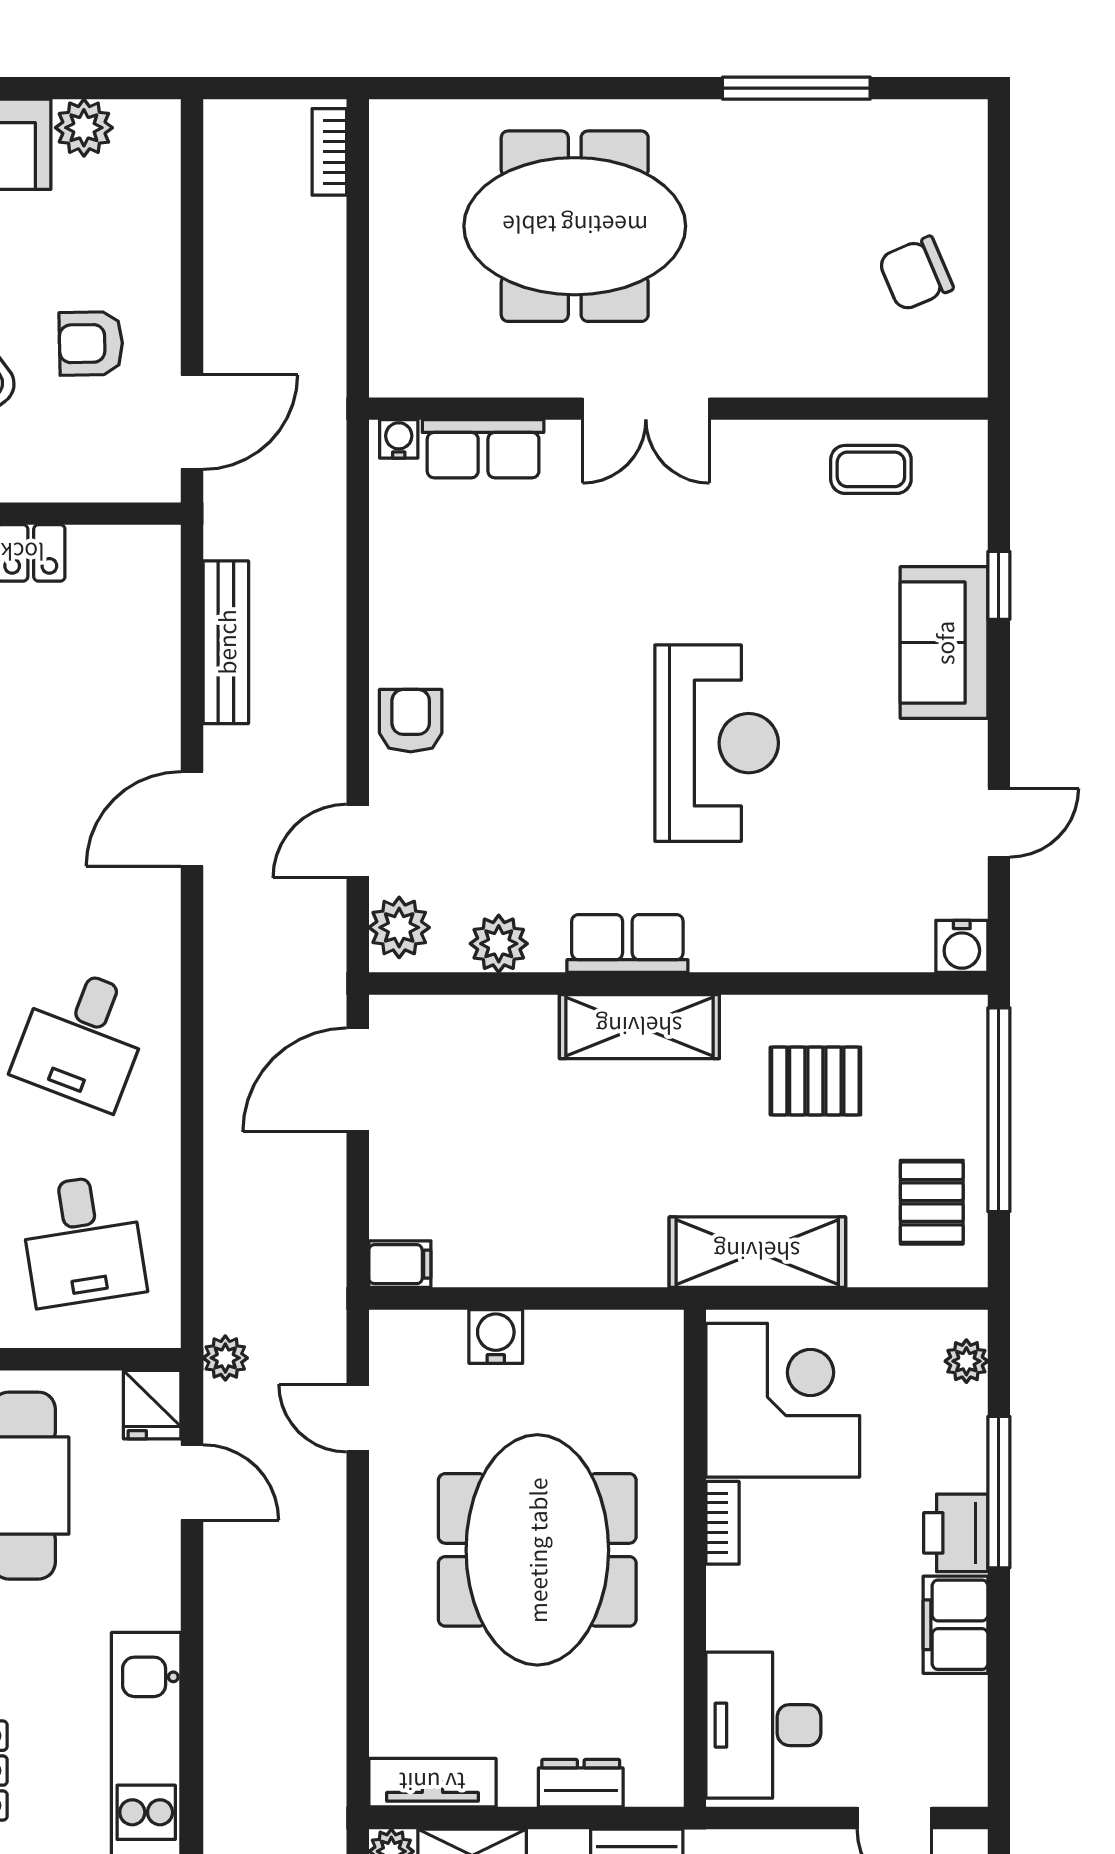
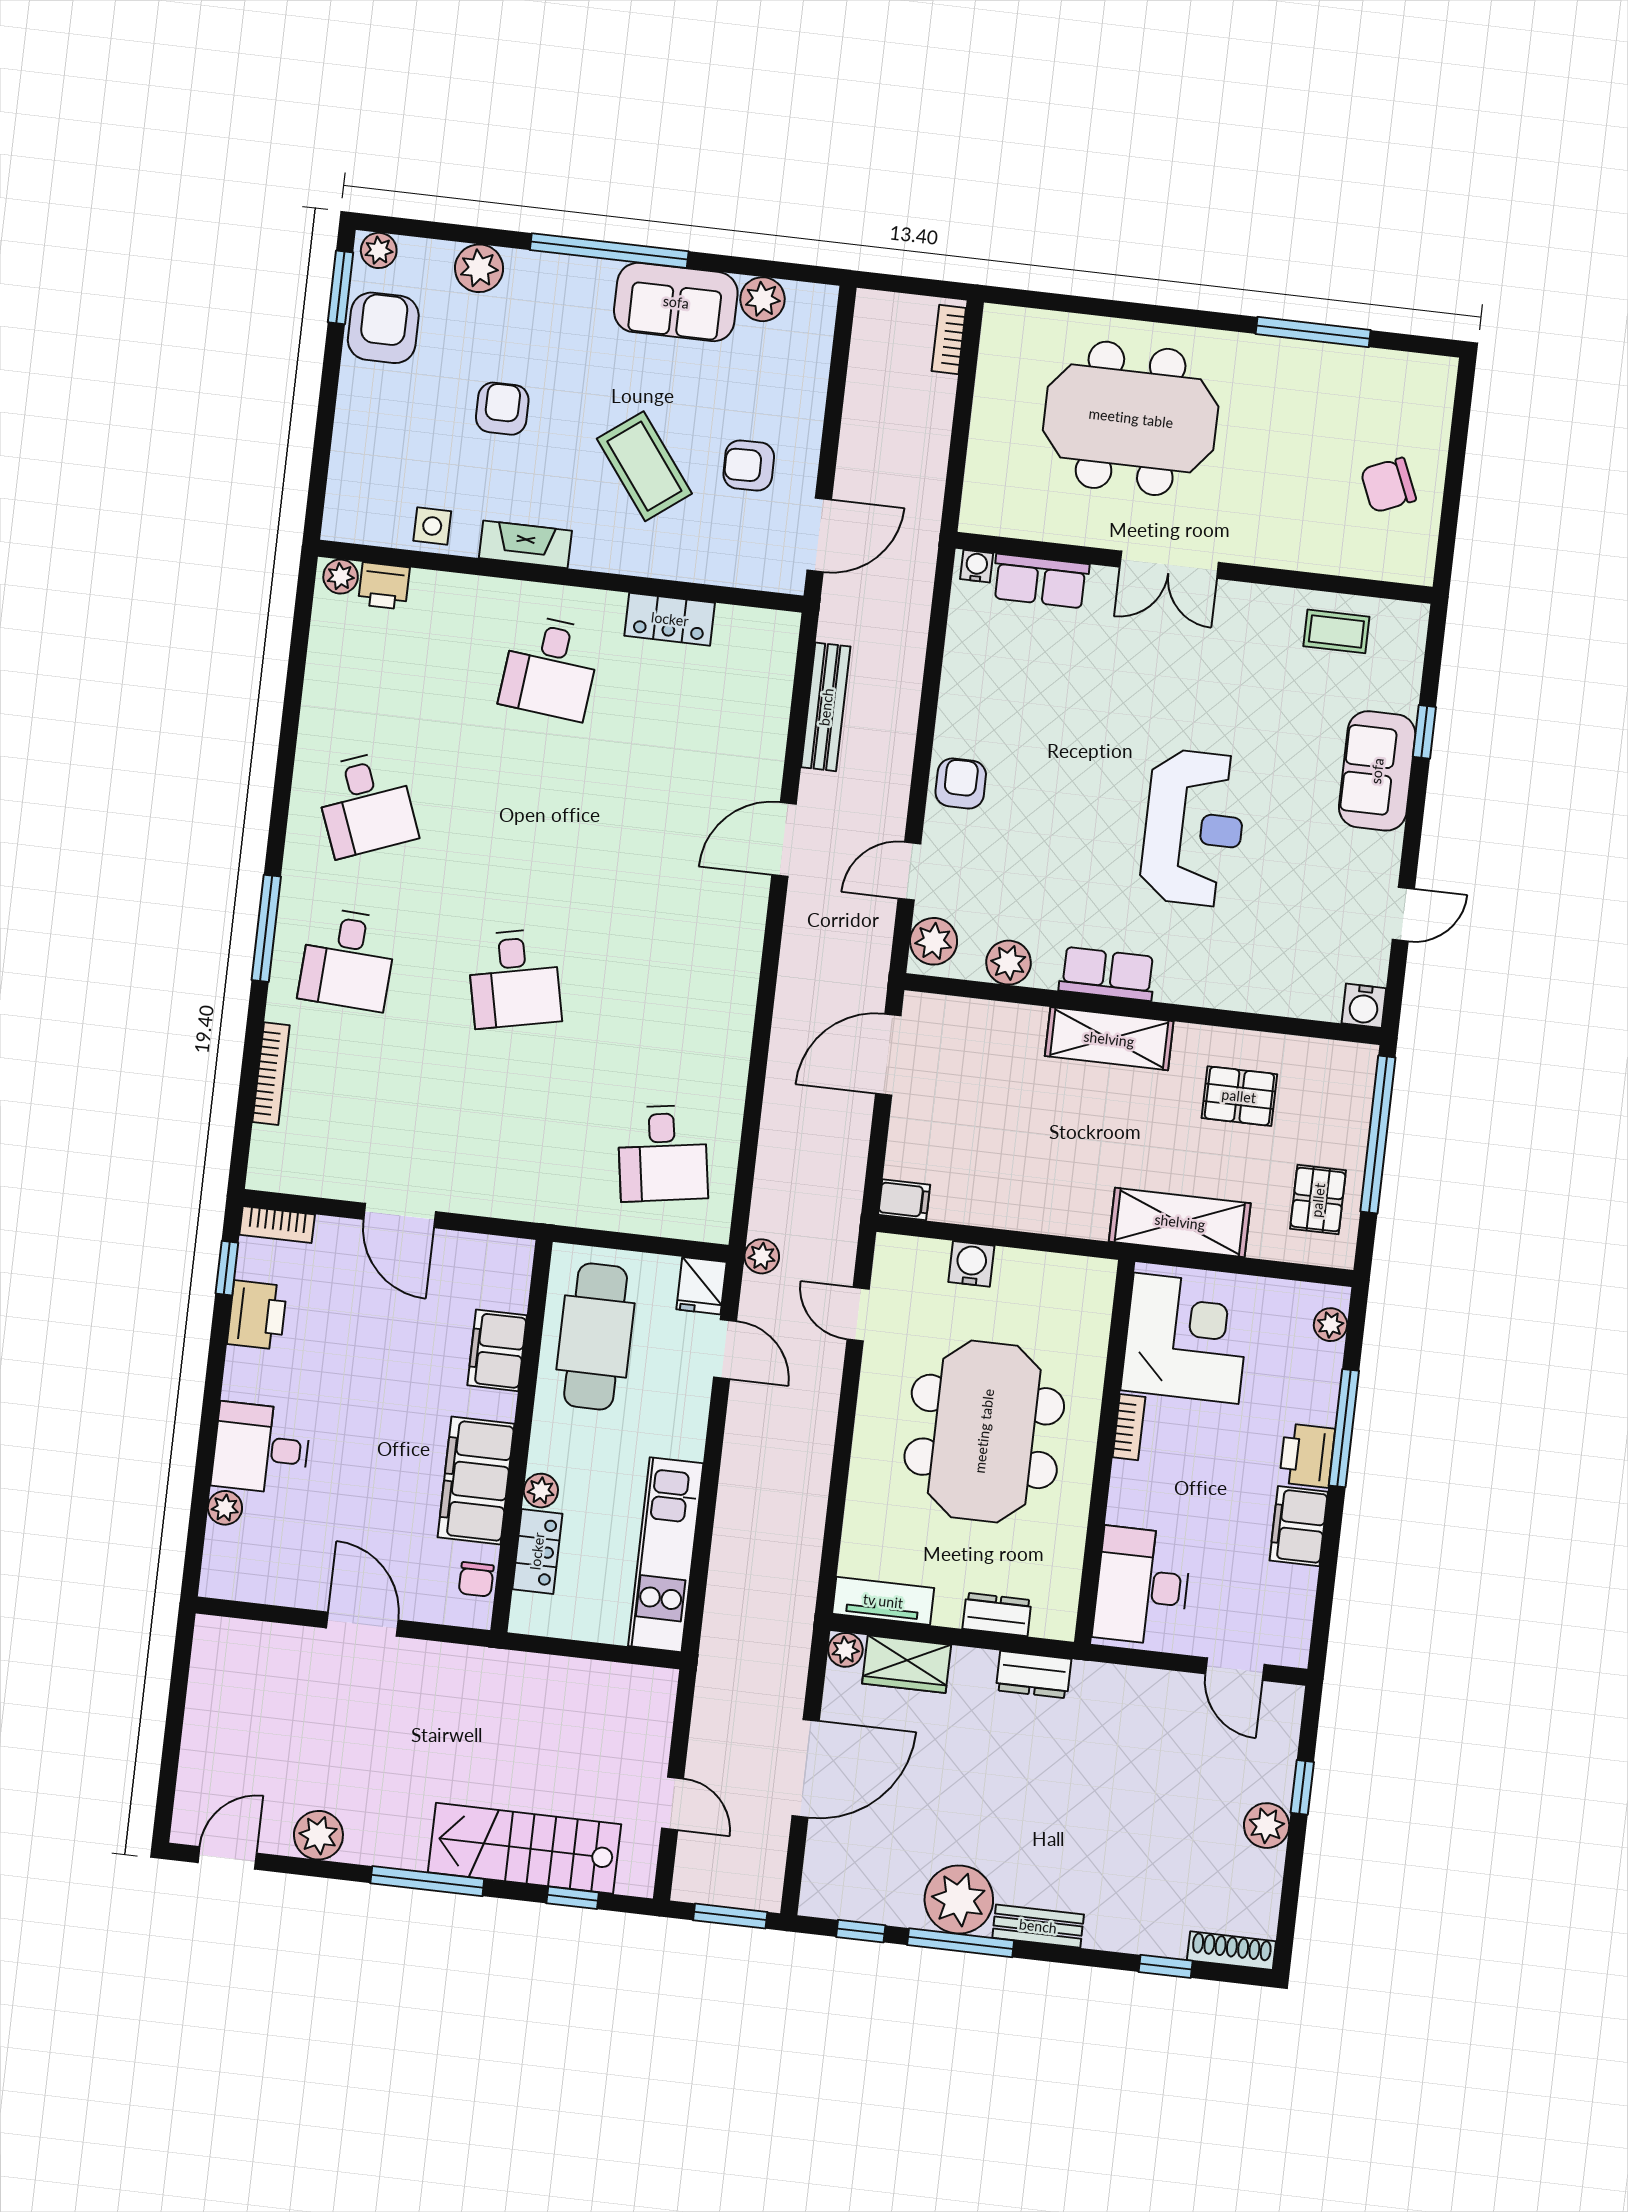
desk: (83, 1038) -> (681, 998), removed

